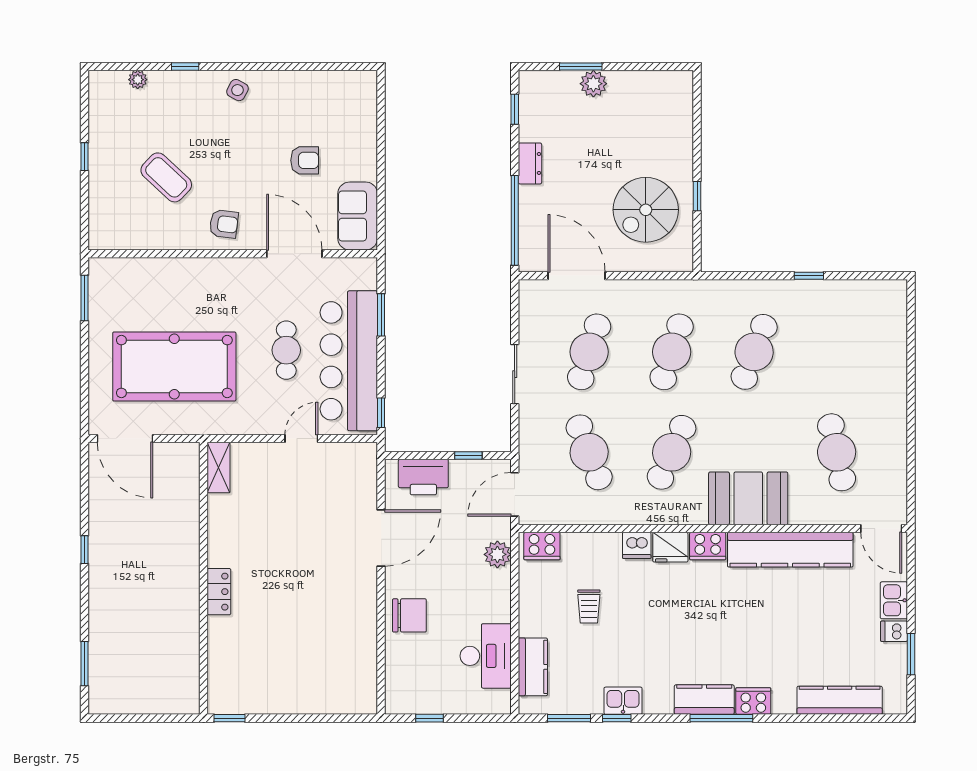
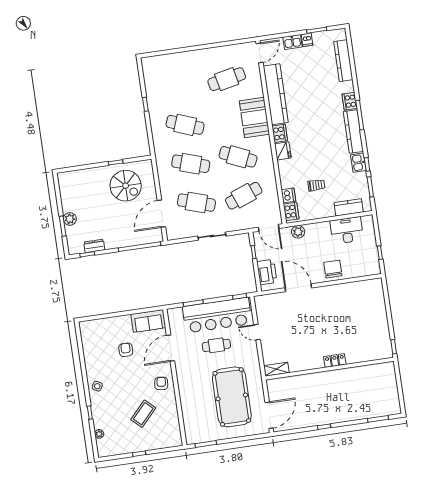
dresser: (530, 163) -> (94, 246), moved
dishwasher: (637, 545) -> (288, 195), moved
kitchen counter: (704, 700) -> (353, 131), width x1.50

